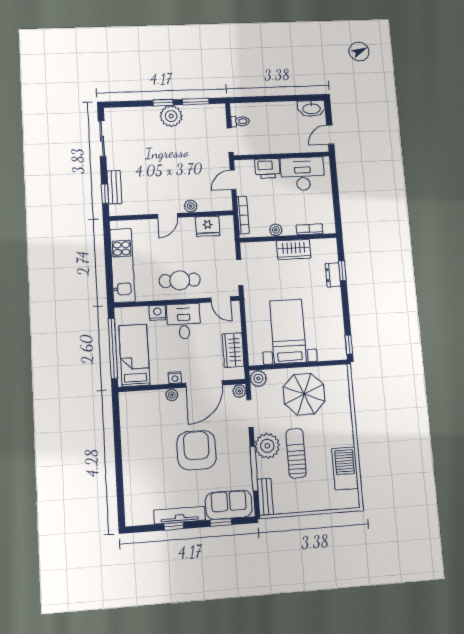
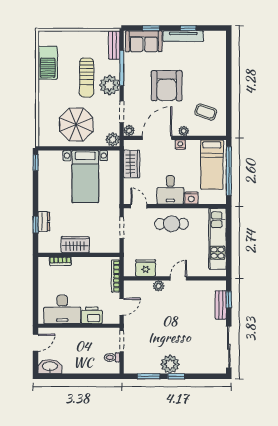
sliding door: (102, 139) -> (229, 347), width x1.37
plant: (276, 230) -> (89, 262), removed
coffee table: (146, 420) -> (206, 112), added

